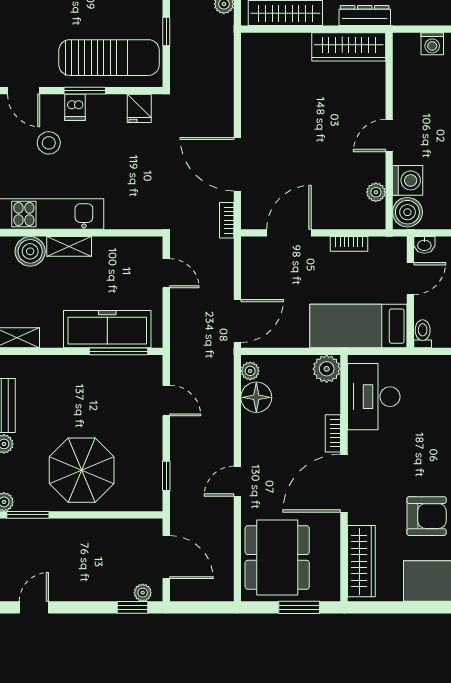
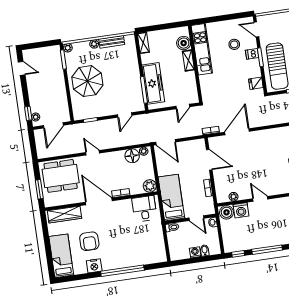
door: (24, 91) -> (256, 29), hinge flipped
desk: (374, 397) -> (144, 209), width x0.73

